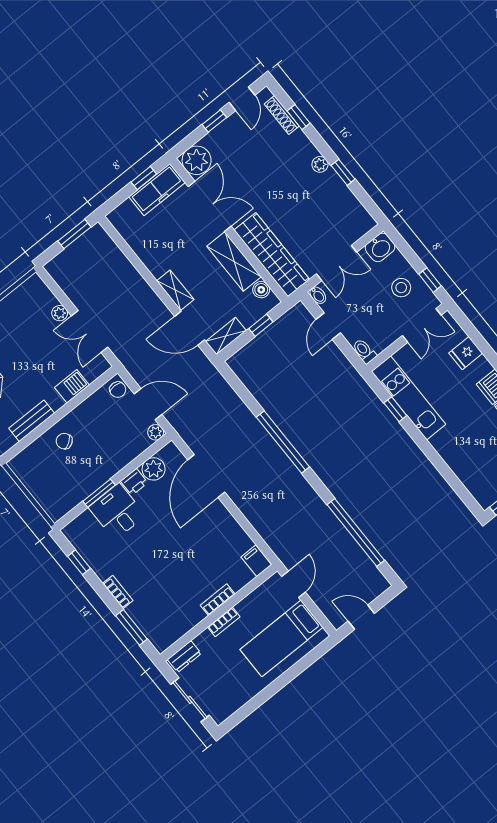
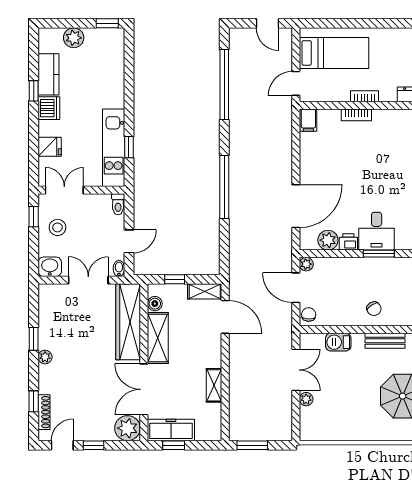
shelving: (175, 290) -> (214, 385), moved

